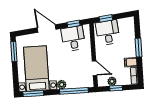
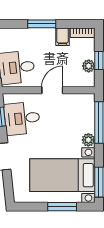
window: (14, 52) -> (62, 207), moved
door: (94, 68) -> (52, 90), moved

